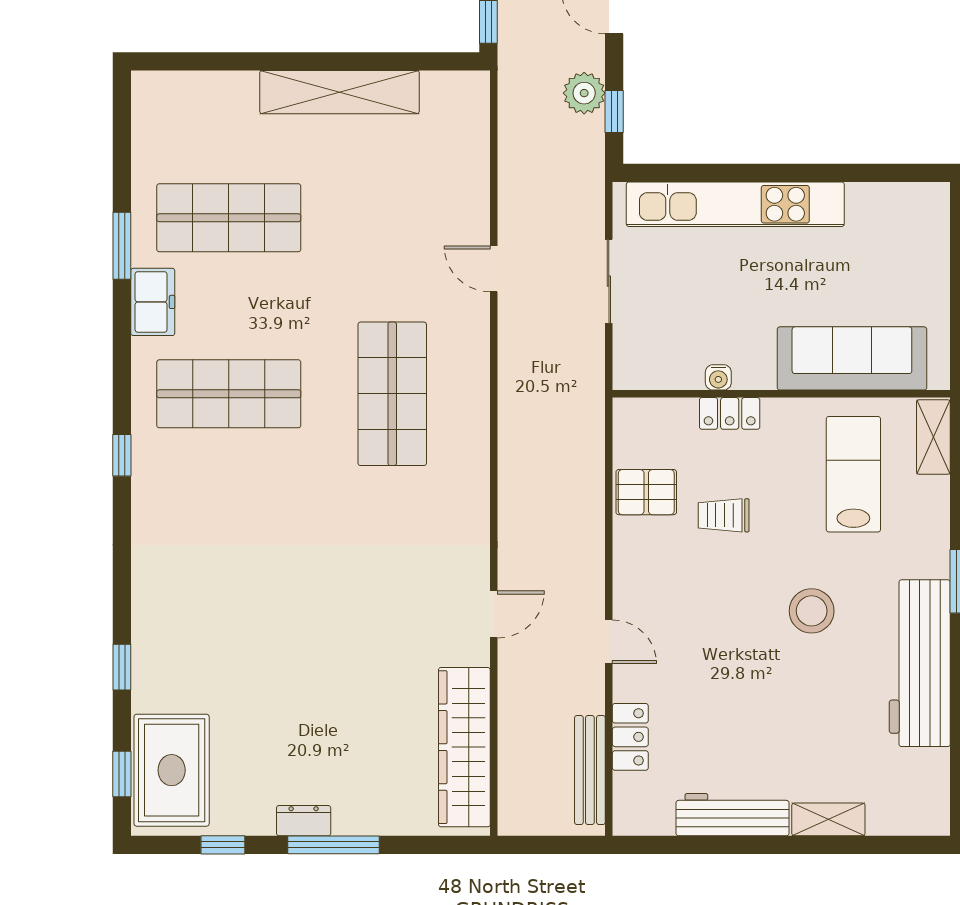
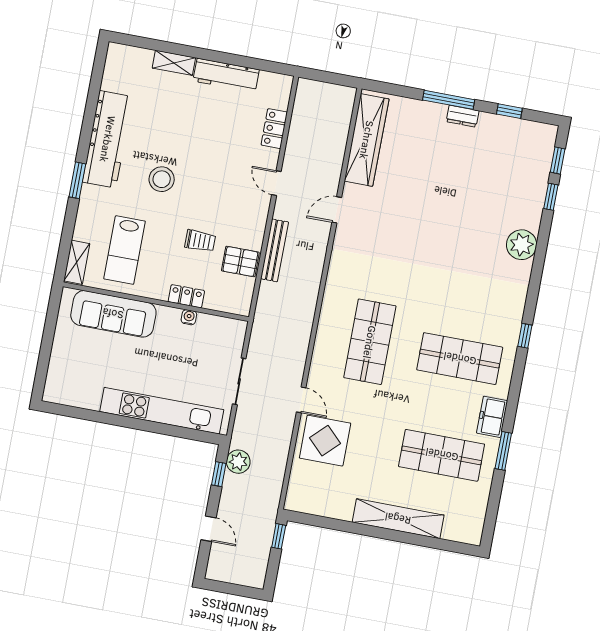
shelving: (339, 92) -> (398, 519), moved
plant: (584, 93) -> (238, 462), moved
display table: (439, 205) -> (325, 441), added
plant: (158, 614) -> (522, 245), added
window: (122, 667) -> (551, 197), moved
rug: (172, 770) -> (530, 157), removed
bench: (590, 770) -> (274, 250), moved

